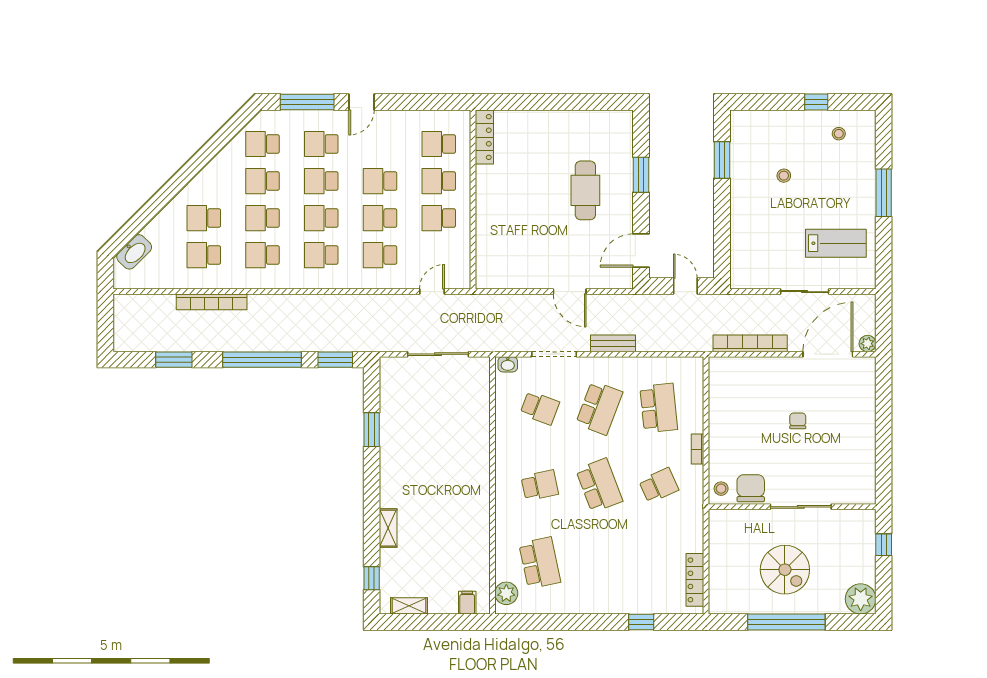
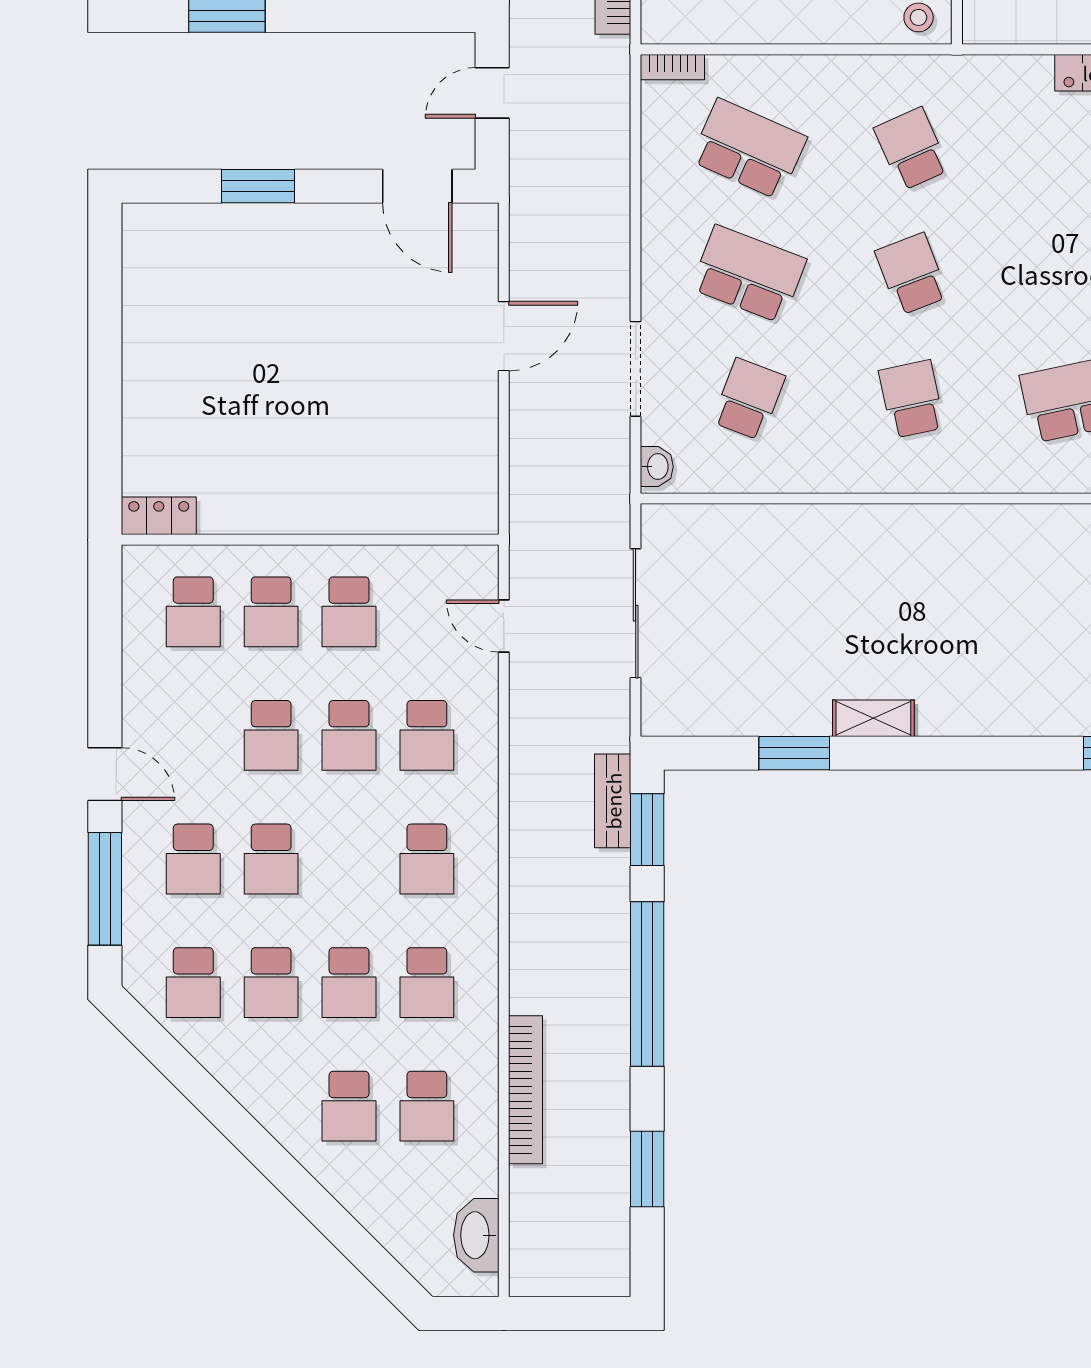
locker: (484, 137) -> (159, 516), width x0.66
cafe table: (585, 190) -> (291, 303), removed
school desk: (321, 218) -> (349, 859), removed
washbasin: (134, 252) -> (476, 1235), moved, turned -135
bench: (613, 343) -> (613, 801), moved
school desk: (659, 408) -> (749, 149), turned 30
bookcase: (698, 449) -> (672, 67), moved
school desk: (599, 485) -> (912, 274), width x0.54
shelving: (388, 528) -> (873, 718), moved

